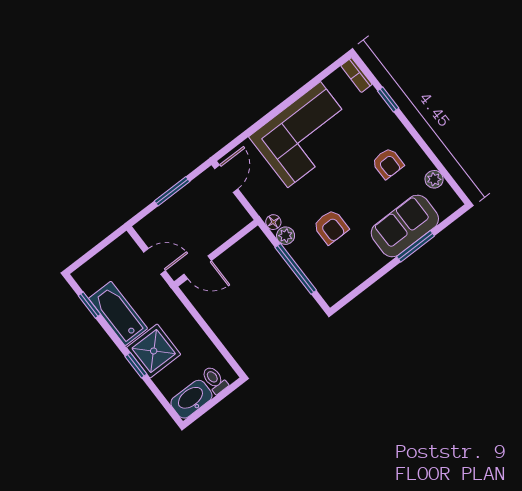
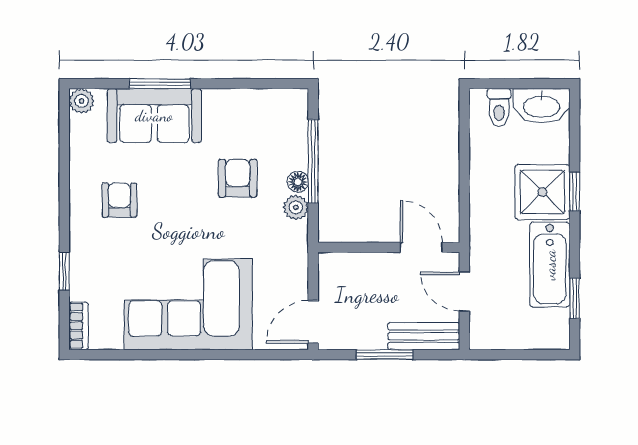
plant: (434, 179) -> (82, 101), moved
bench: (158, 219) -> (424, 336), added
floor lamp: (273, 222) -> (298, 182), moved

